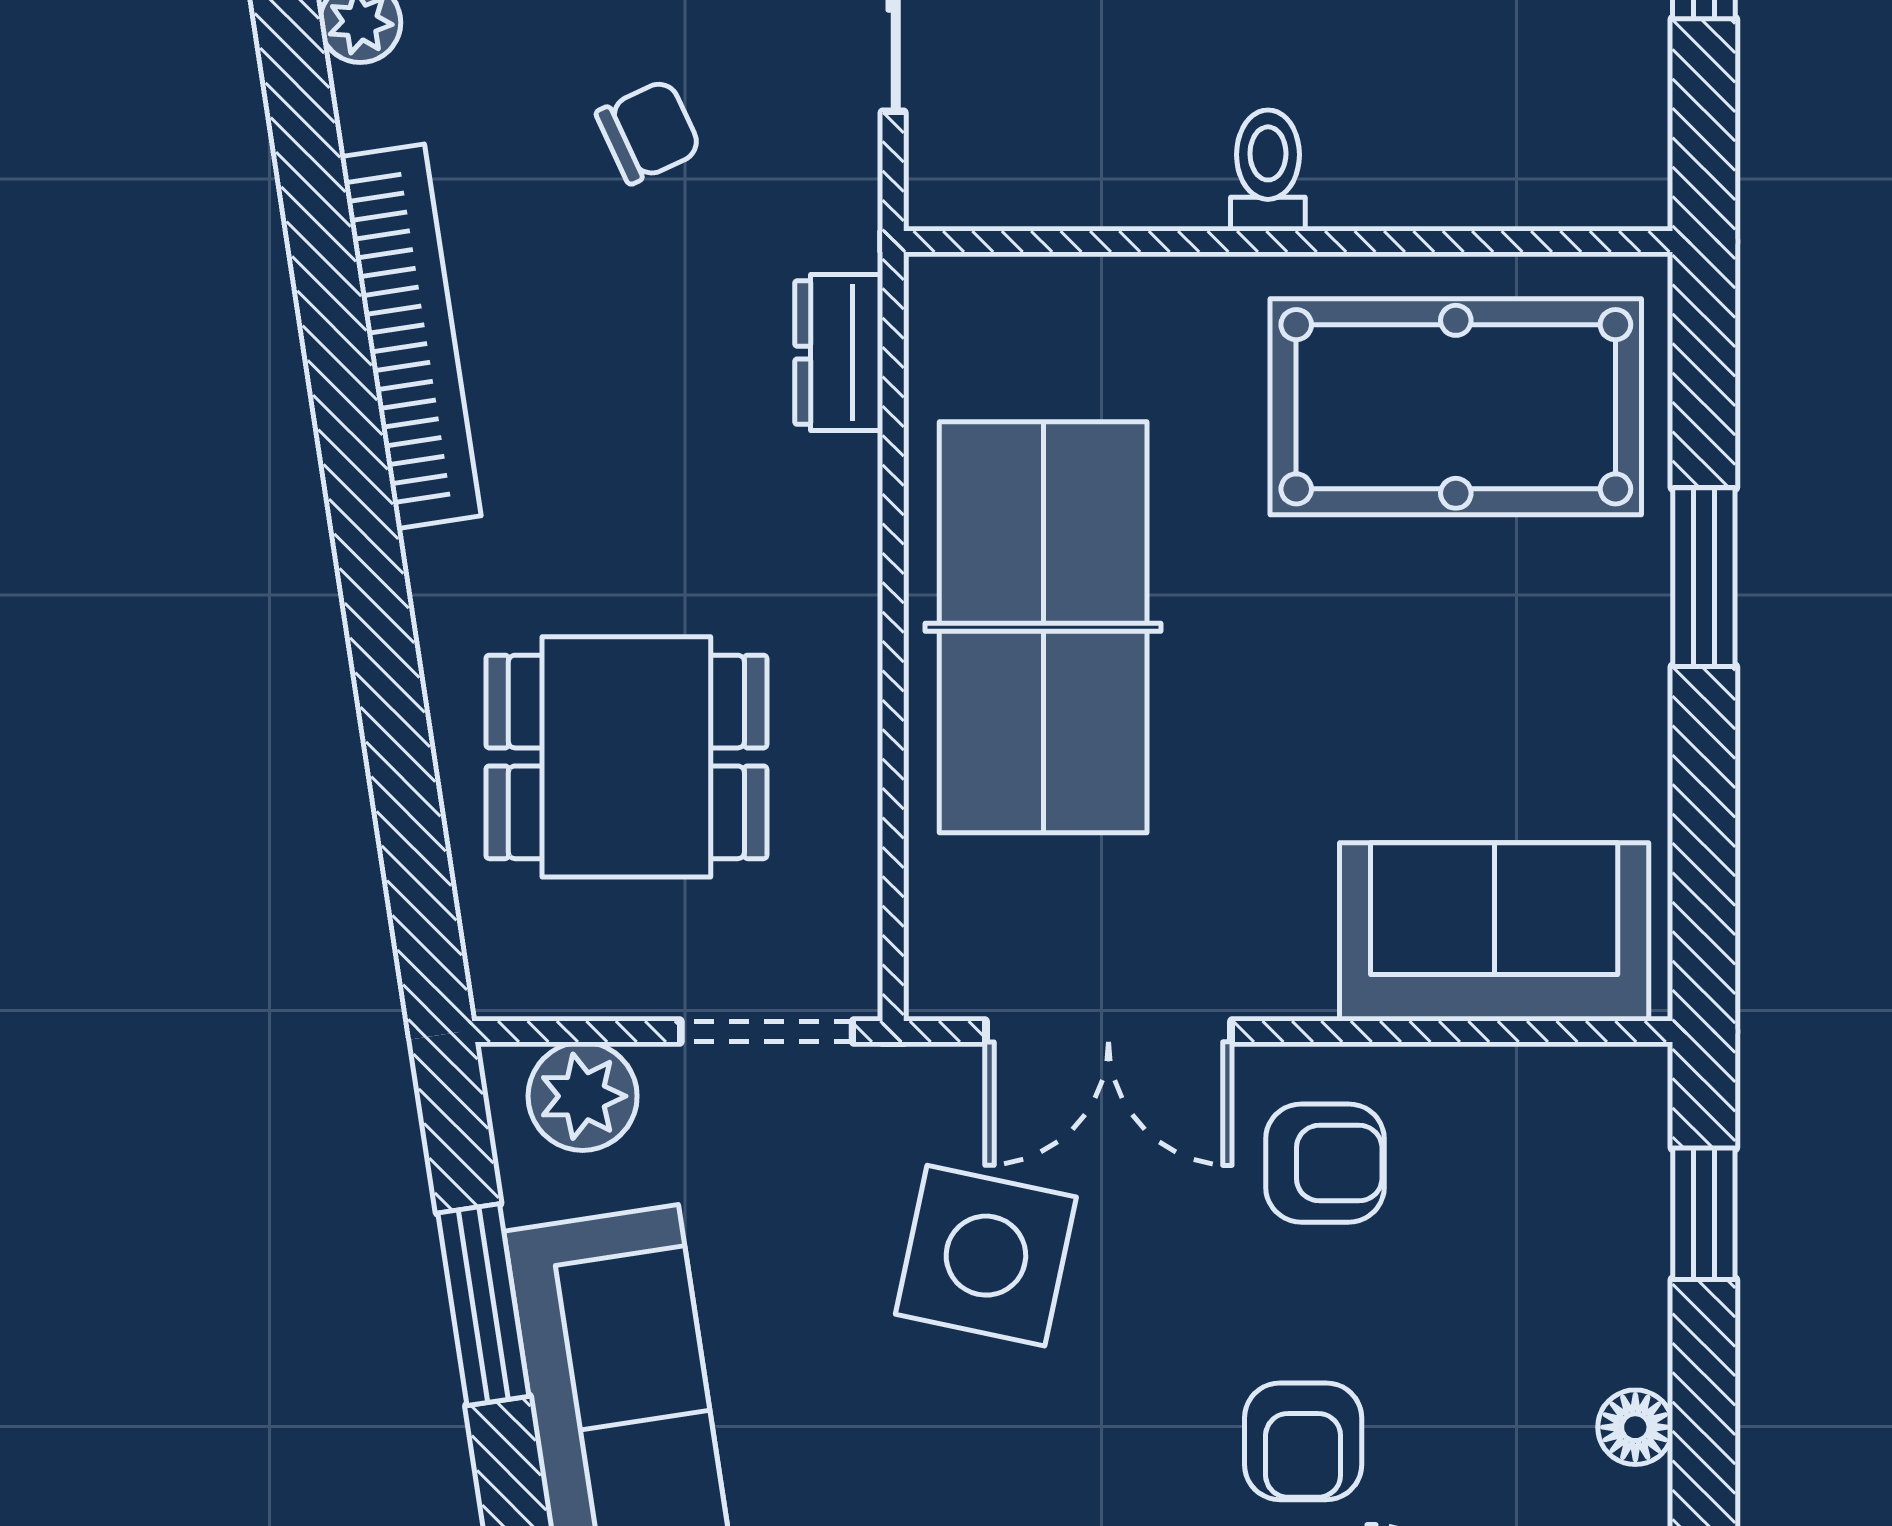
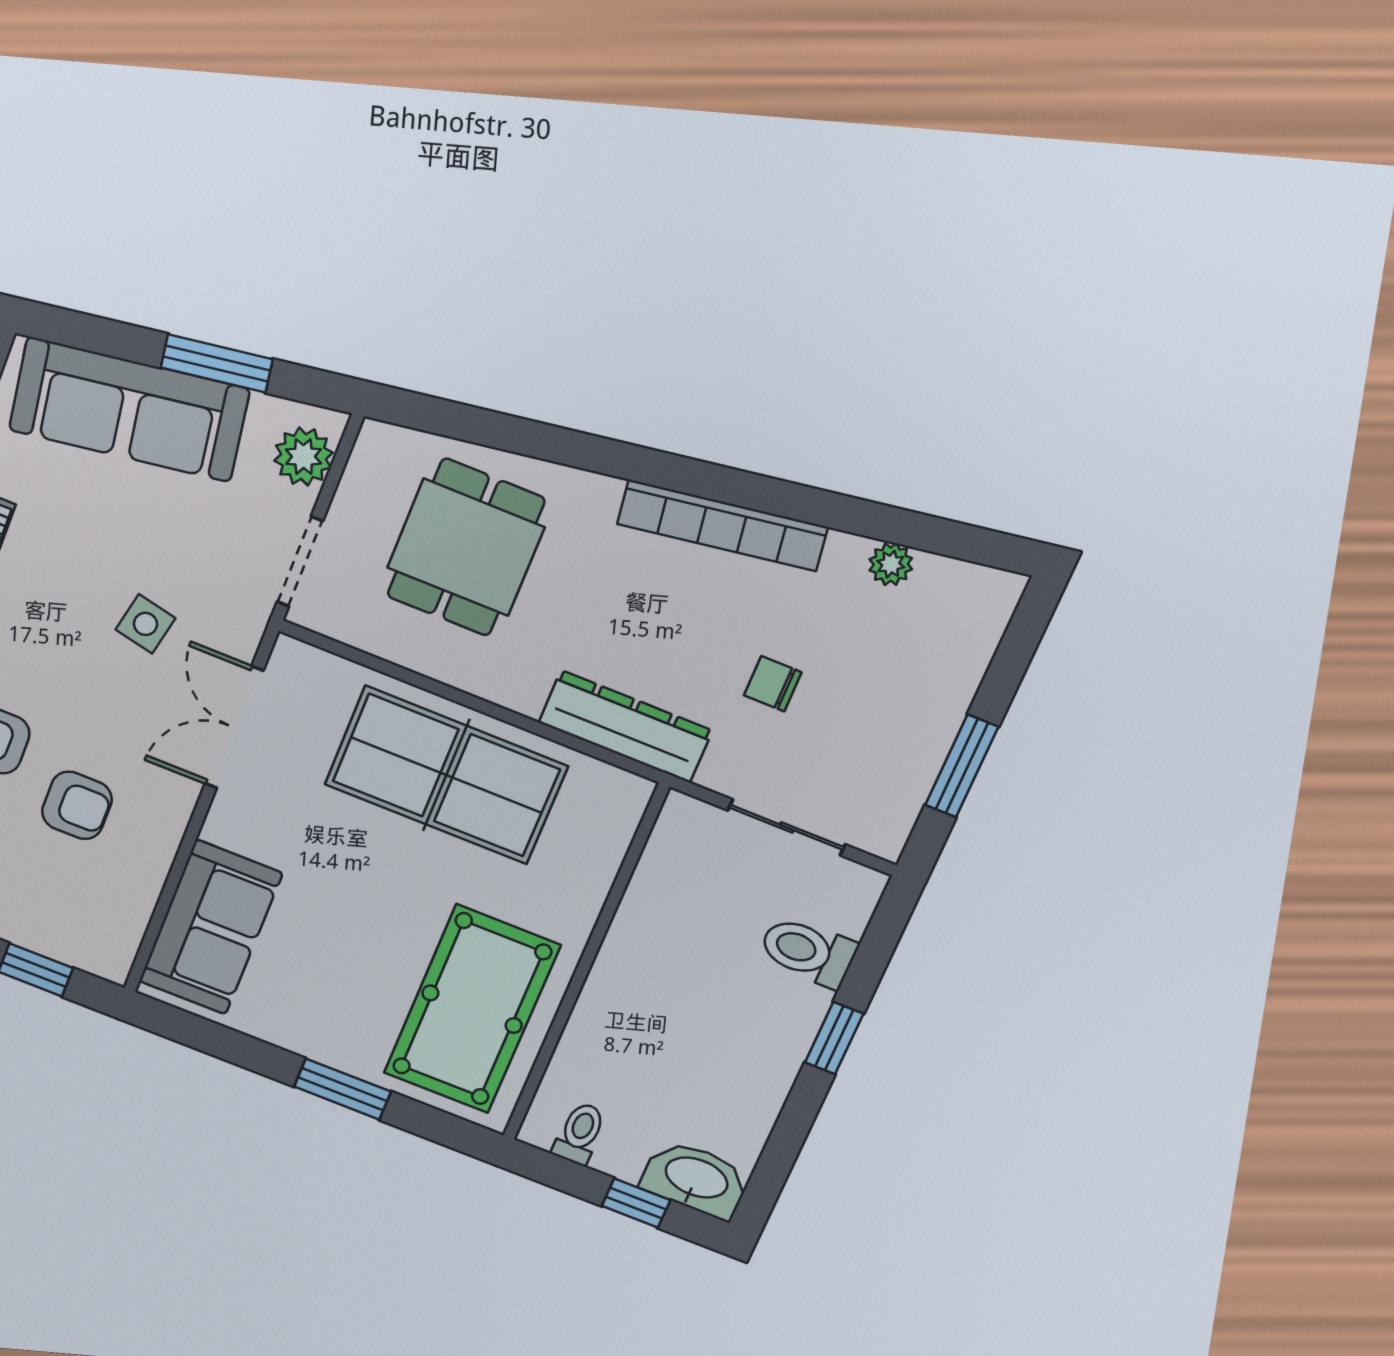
chair: (649, 132) -> (773, 684), turned 115
toilet: (1268, 170) -> (580, 1133), moved, turned -90
dresser: (839, 353) -> (626, 727), width x1.96, depth x1.24
armchair: (1325, 1163) -> (77, 805), moved, turned -90
side table: (986, 1256) -> (145, 624), width x0.54, depth x0.54

